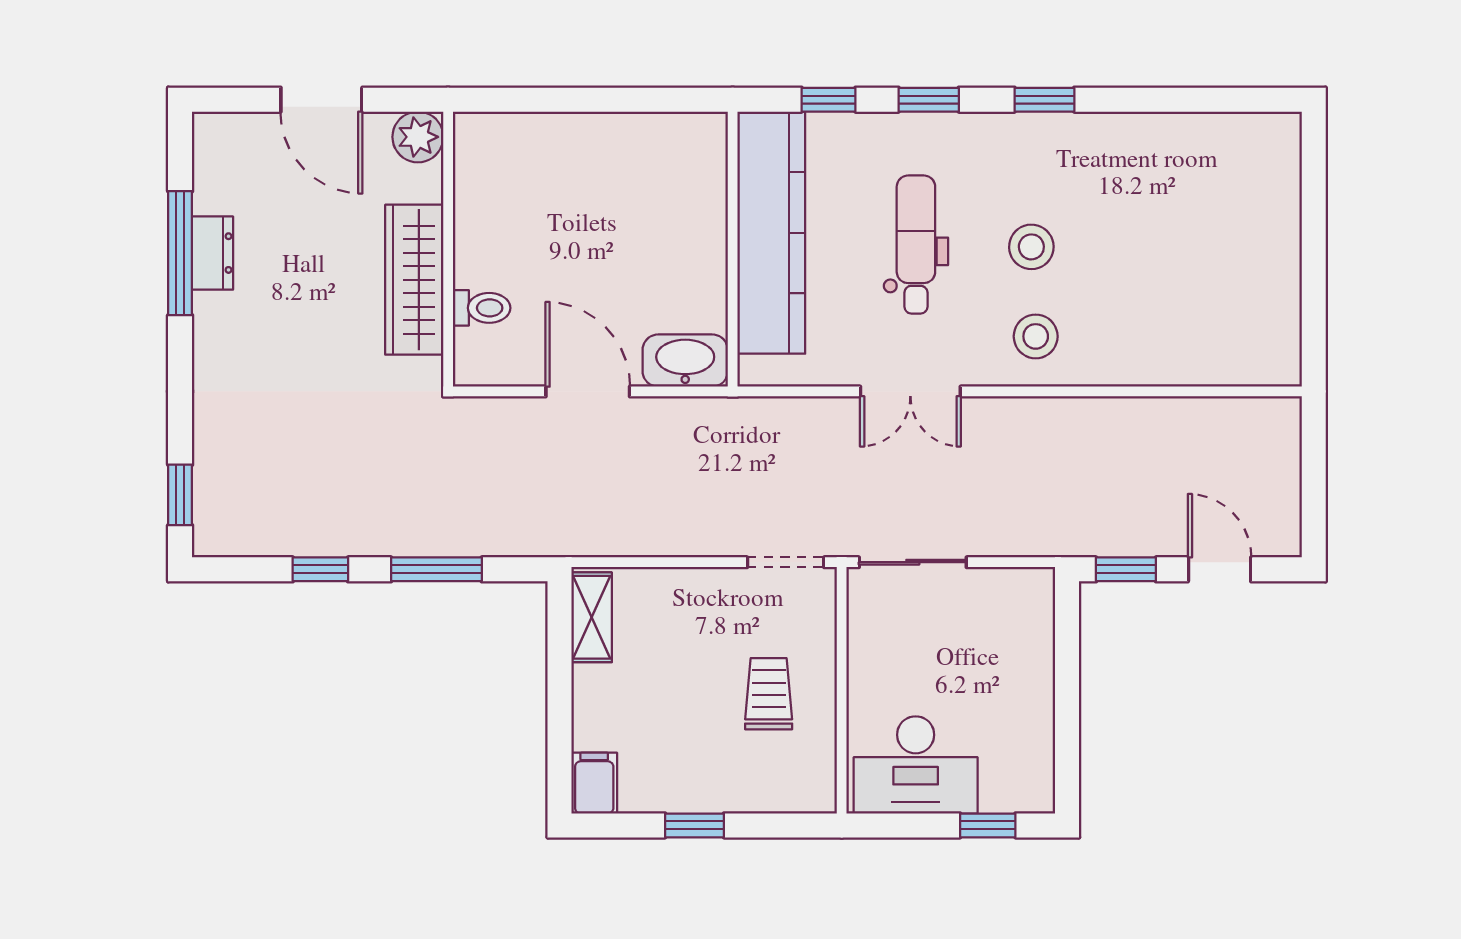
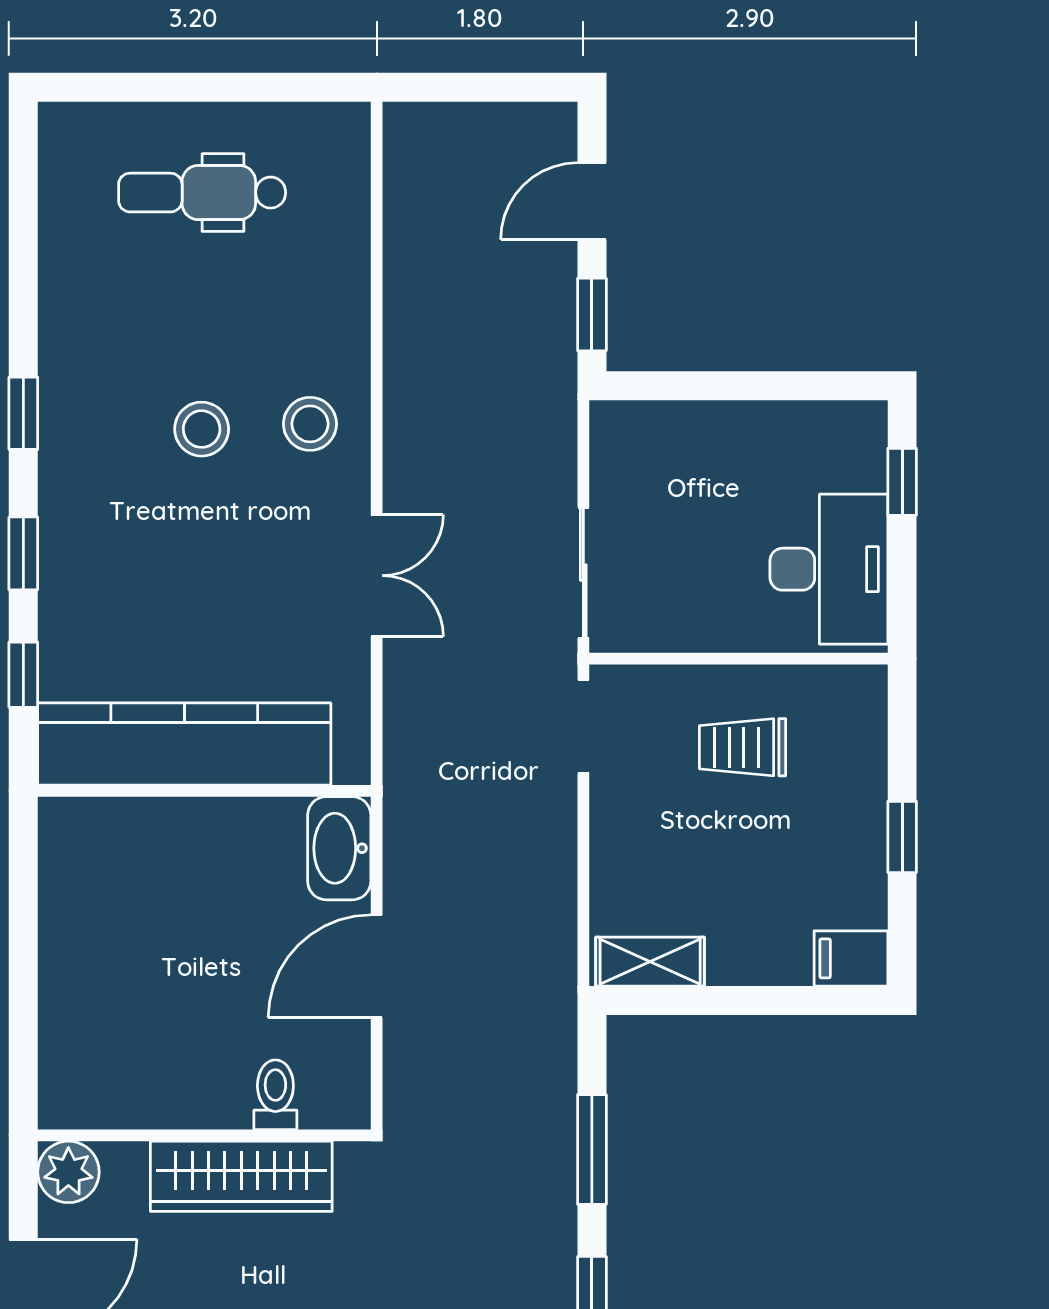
dental chair: (916, 244) -> (202, 193), moved

